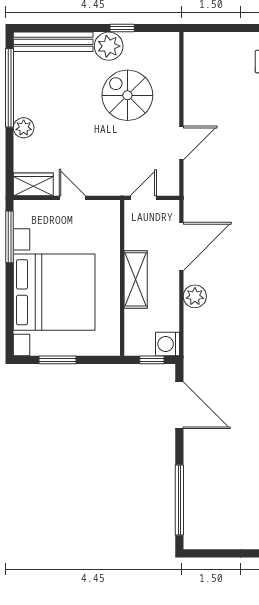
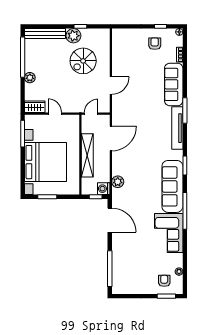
spiral stairs: (127, 95) -> (83, 61), turned -90
shelving: (136, 279) -> (87, 155), width x1.47
plant: (195, 296) -> (118, 182), moved

